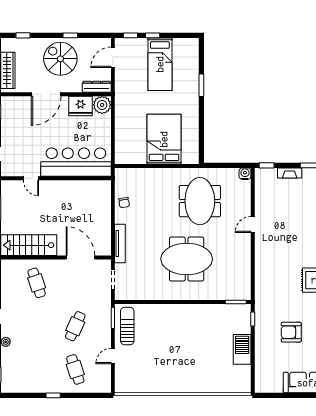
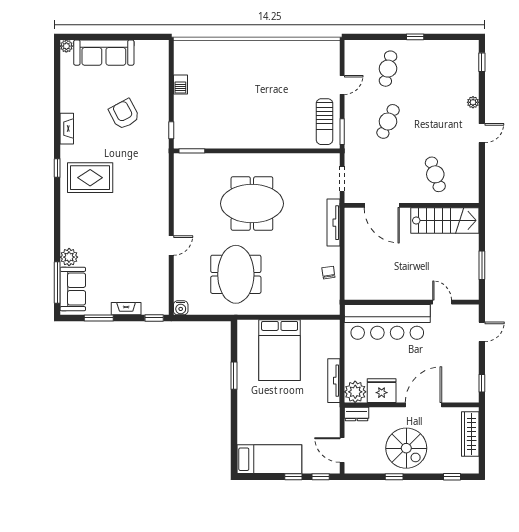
door: (113, 57) -> (342, 450), swing flipped
bed: (160, 64) -> (269, 459), moved, turned 90
window: (201, 85) -> (234, 376), moved
dresser: (97, 87) -> (356, 414), width x0.70
tv unit: (120, 114) -> (334, 381), added
armchair: (291, 332) -> (124, 114), turned -118
barbecue: (242, 349) -> (180, 85), width x0.53, depth x0.65
cafe table: (75, 369) -> (388, 69), turned 30

